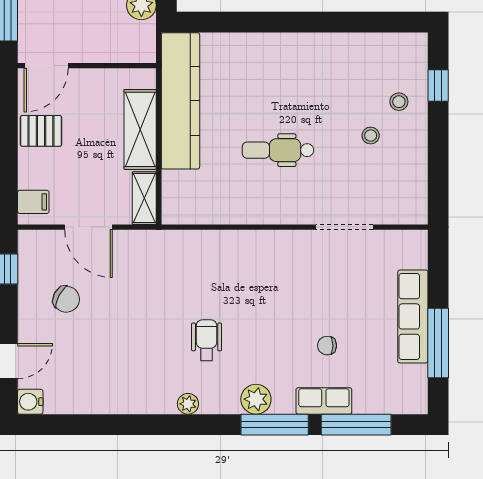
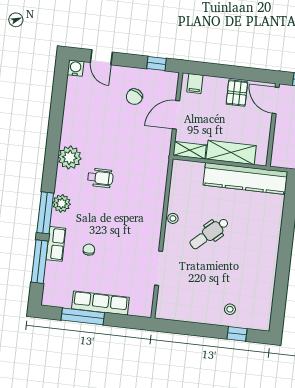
stool: (371, 136) -> (173, 218), moved
dental chair: (278, 150) -> (209, 234), turned -132
plant: (188, 404) -> (70, 157), width x1.87, depth x1.87

